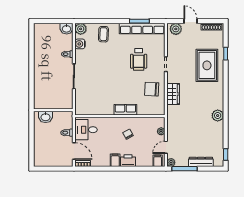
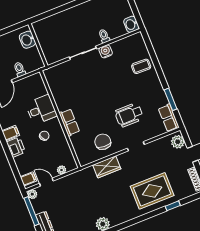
plant: (81, 29) -> (137, 40), removed
row of seats: (142, 29) -> (169, 118), width x0.50
water cooler: (80, 44) -> (106, 51), moved
desk: (86, 130) -> (41, 110), moved, turned 90

